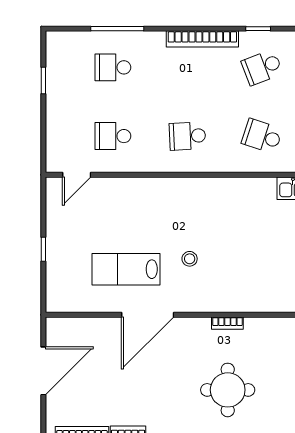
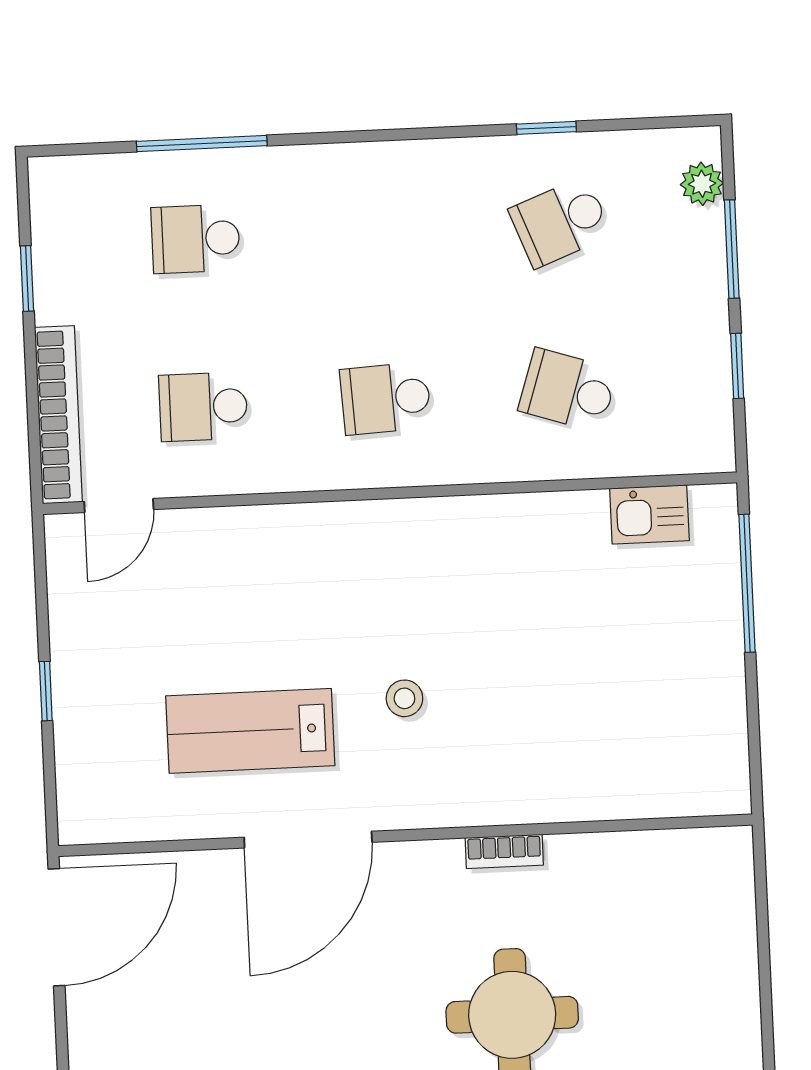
bookcase: (202, 39) -> (58, 415), moved, turned -90
door: (43, 371) -> (56, 927), moved

